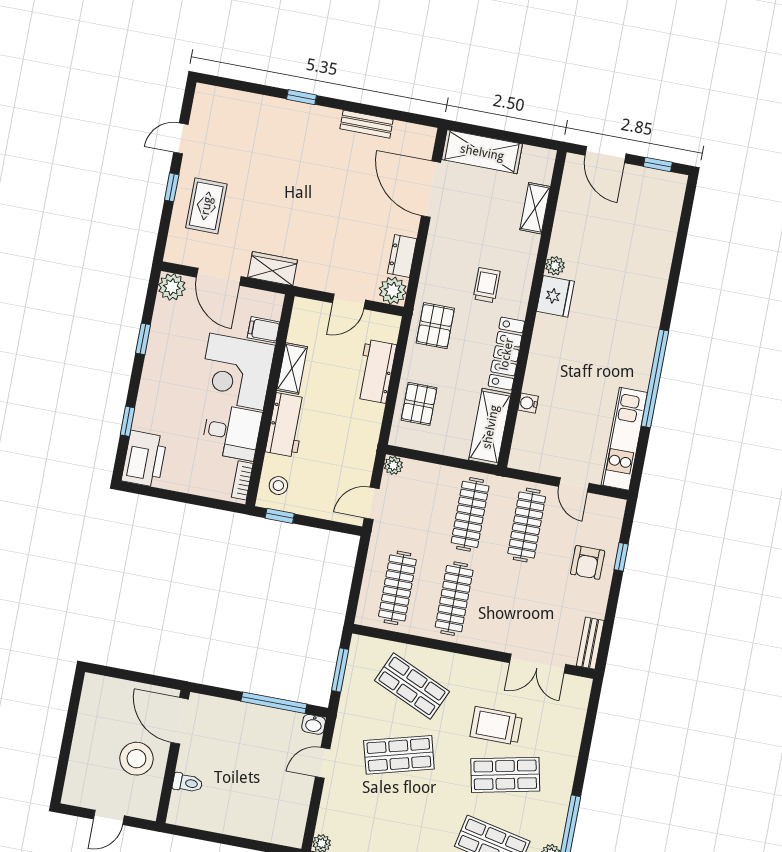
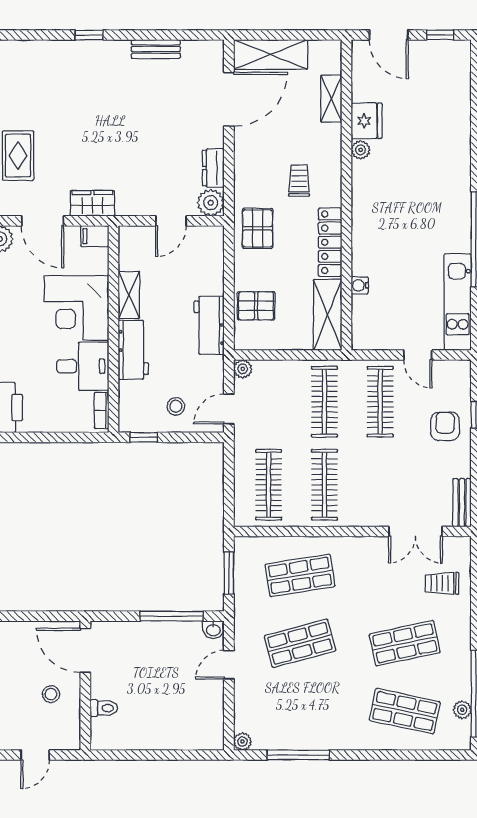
door: (431, 189) -> (229, 99), swing flipped
fridge: (555, 296) -> (367, 121), moved
filing cabinet: (264, 330) -> (95, 236), moved
workbench: (376, 371) -> (209, 325), moved
pallet: (419, 404) -> (256, 306), turned 90
stool: (278, 486) -> (176, 406), moved
armchair: (588, 562) -> (445, 426), turned 180
shop shelf: (412, 686) -> (300, 575), turned -33
trolley: (496, 726) -> (442, 583), moved, width x0.73, depth x0.72
stool: (136, 759) -> (51, 694), width x0.53, depth x0.53

